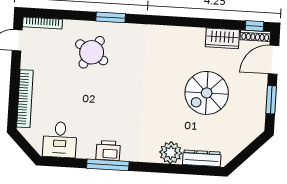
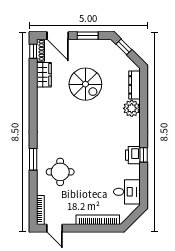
round table: (92, 52) -> (60, 172), turned -32
window: (253, 147) -> (124, 47), added
window: (108, 165) -> (144, 155), width x0.46

